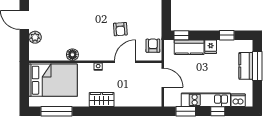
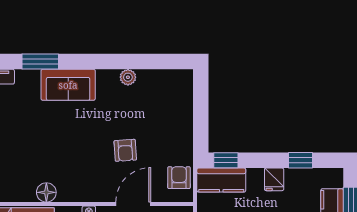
kitchen counter: (189, 47) -> (221, 180), moved

